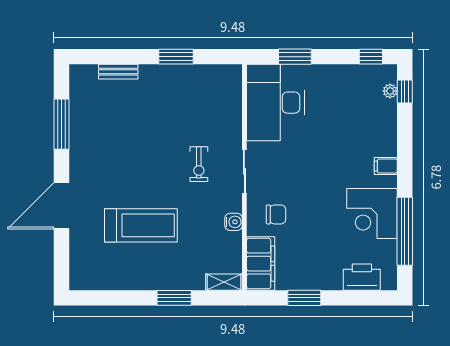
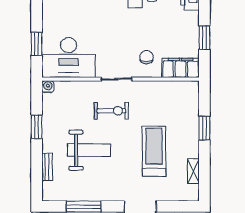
weight bench: (142, 132) -> (89, 150), added
exercise bike: (199, 164) -> (111, 111), width x1.38, depth x1.39
water cooler: (234, 222) -> (48, 87), moved
shelving: (224, 282) -> (193, 171), moved

